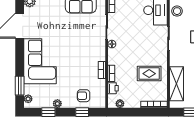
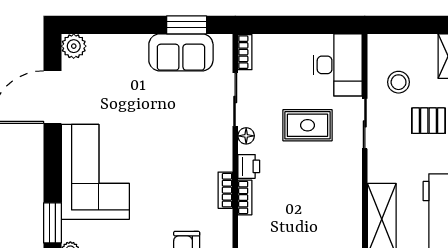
stool: (177, 11) -> (399, 82), moved
rug: (149, 74) -> (307, 125), moved
printer: (113, 88) -> (249, 166), moved

